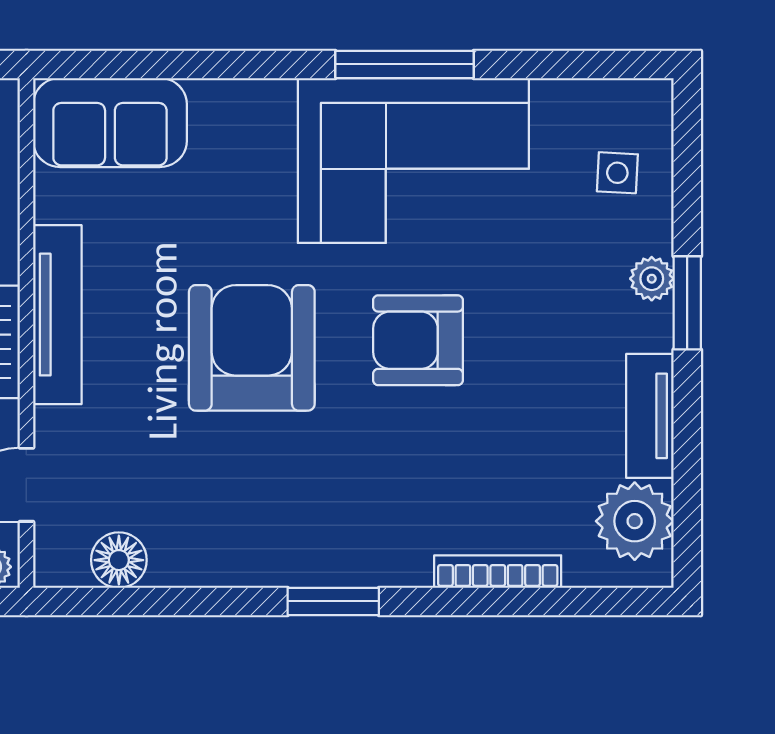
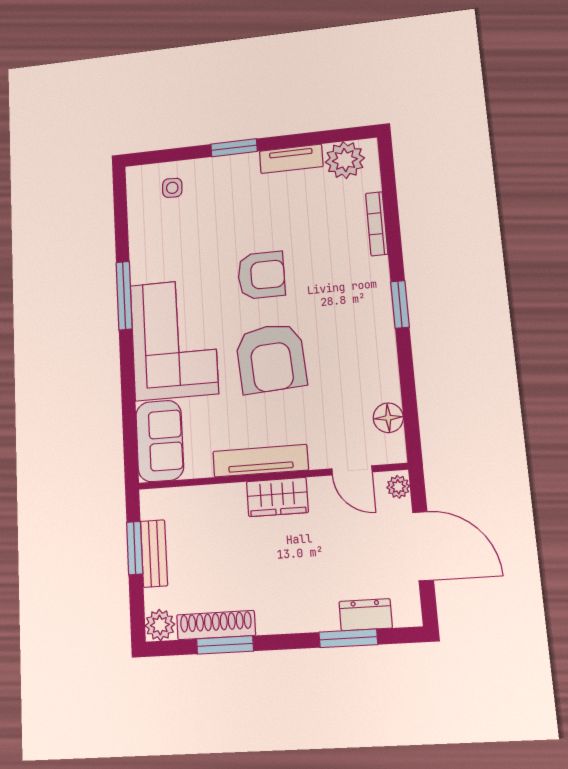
corner sofa: (413, 160) -> (174, 339), moved
plant: (652, 279) -> (223, 166), removed
armchair: (418, 340) -> (261, 275), turned -90
armchair: (252, 348) -> (271, 358), turned -94

